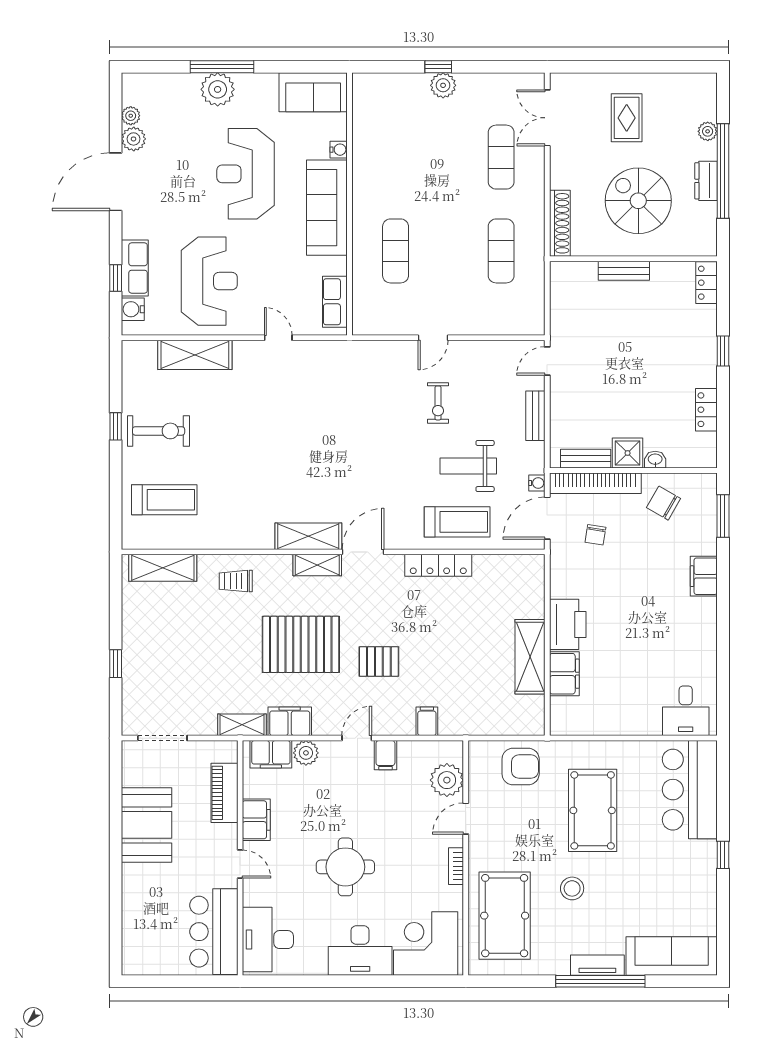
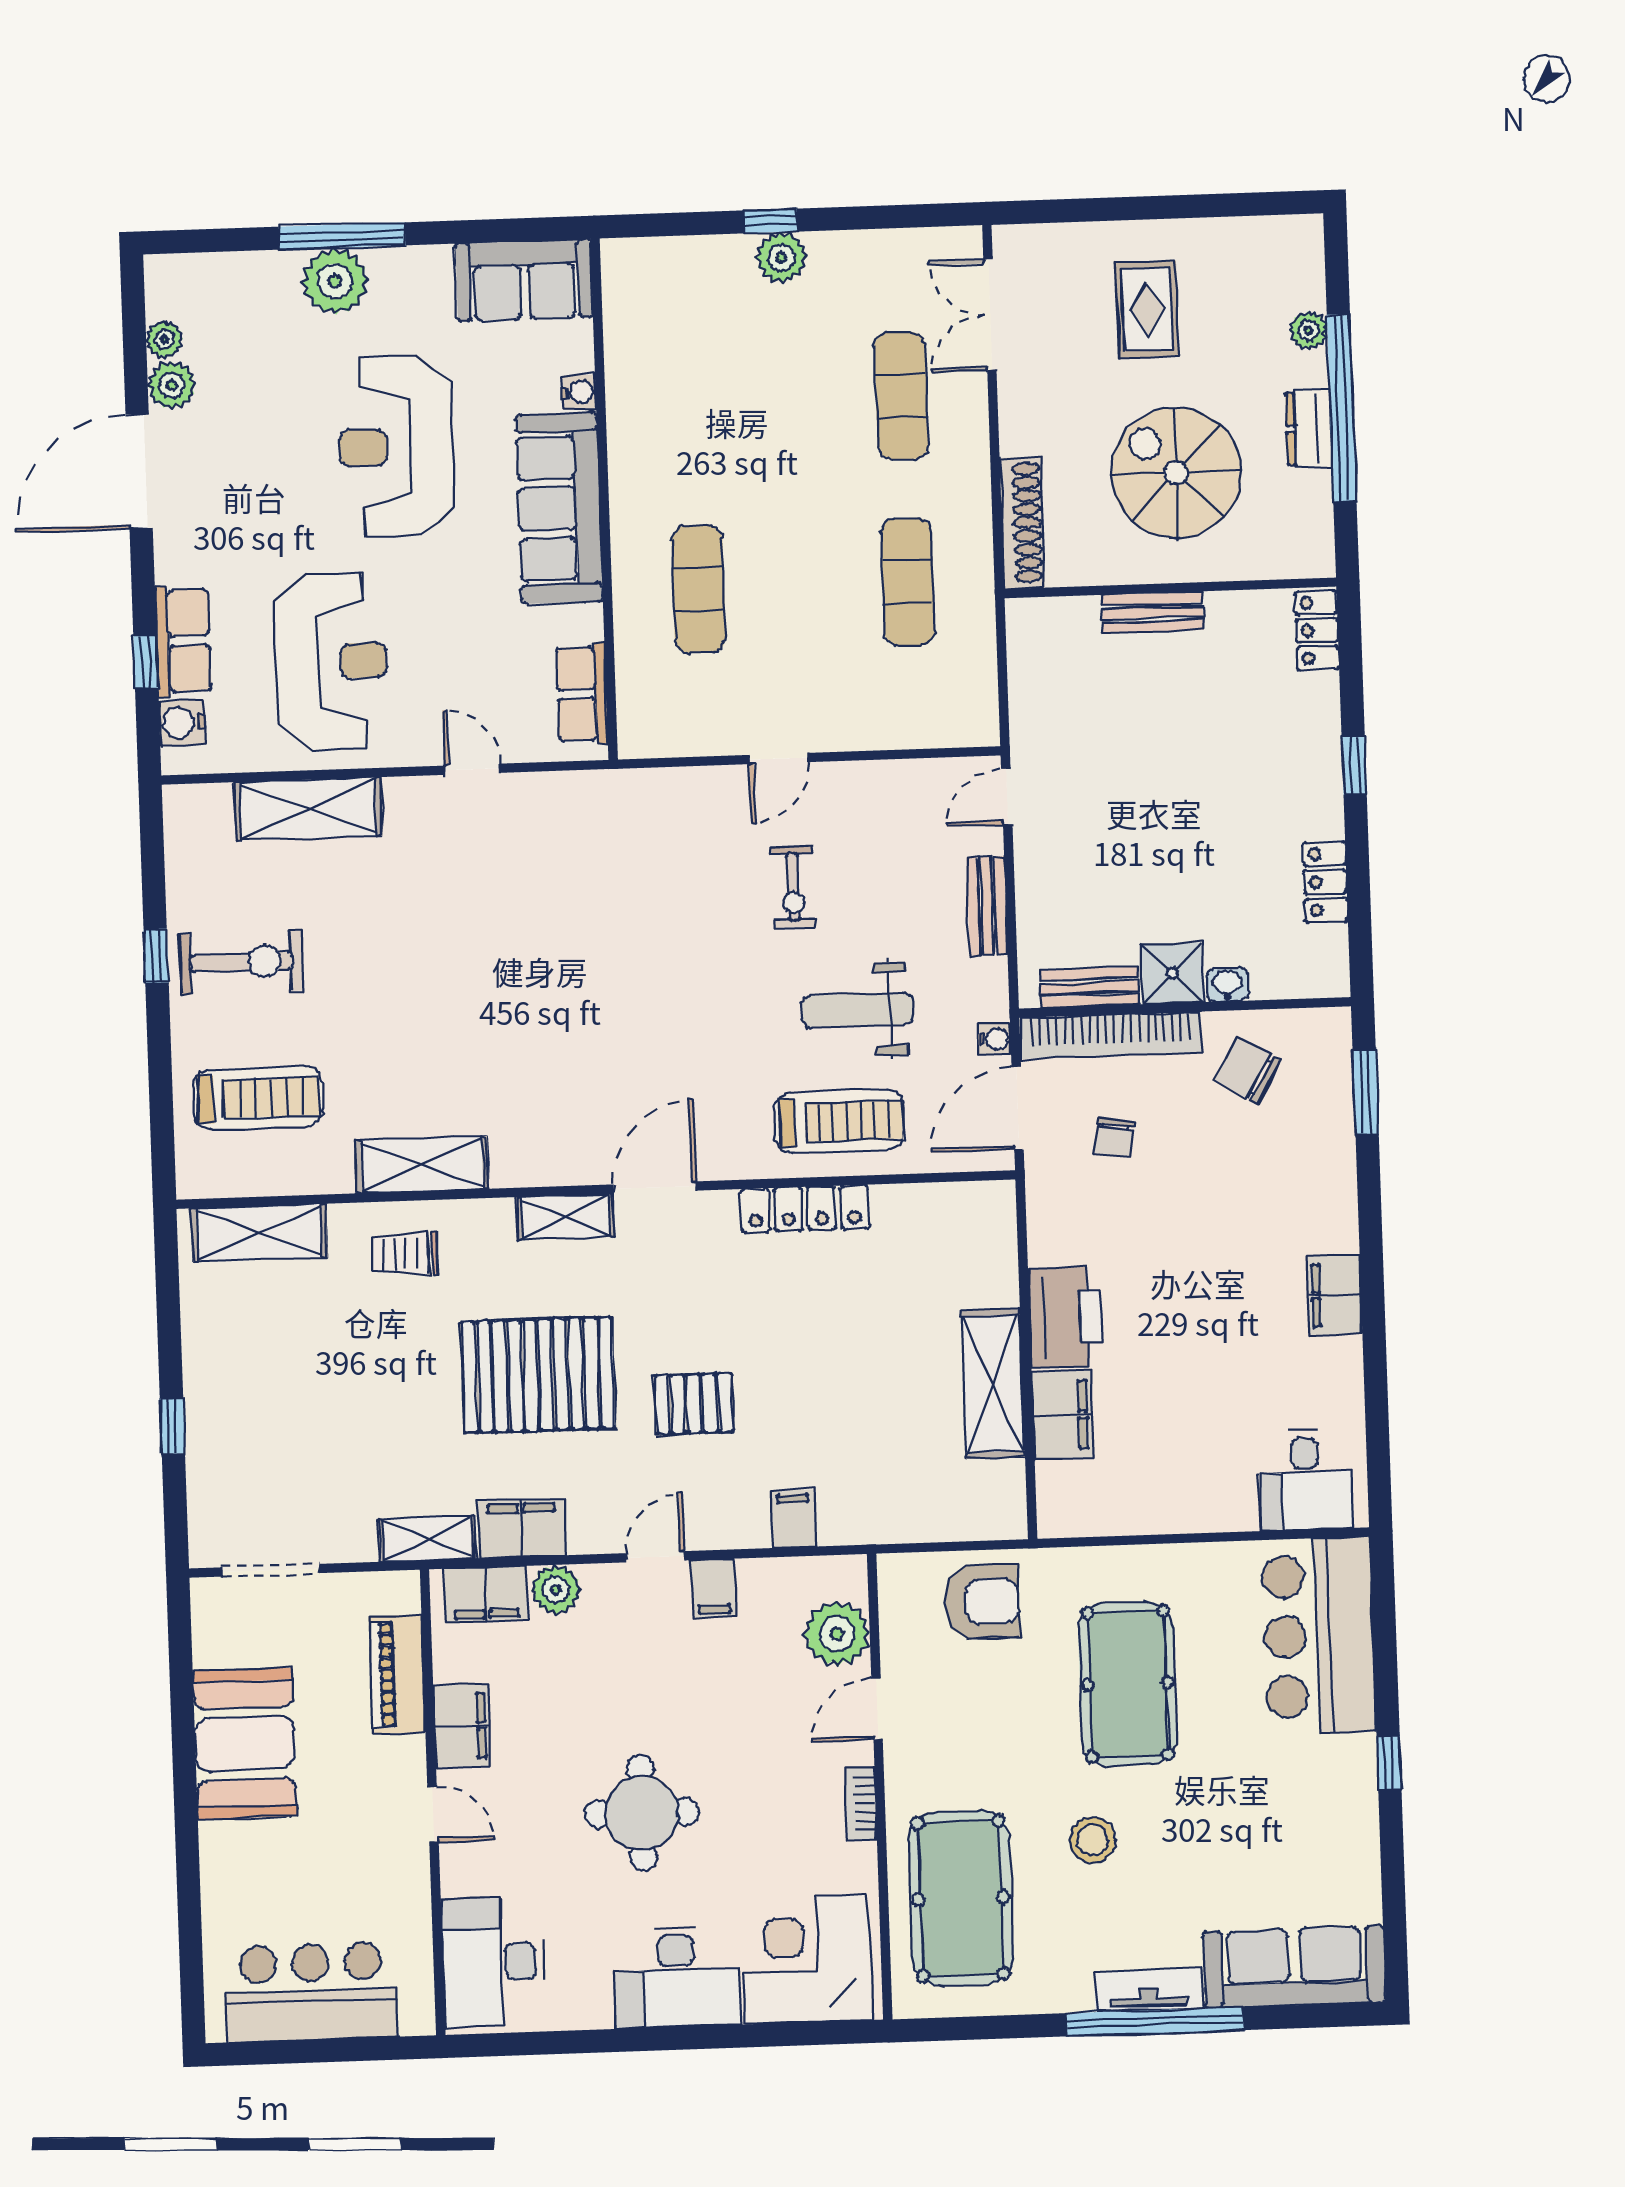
shelving: (308, 536) -> (422, 1165), moved
filing cabinet: (704, 576) -> (1335, 1295), moved
bar counter: (214, 932) -> (311, 1992), moved, turned 90

